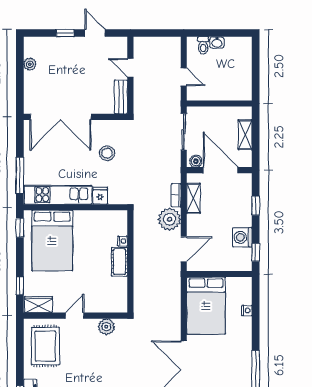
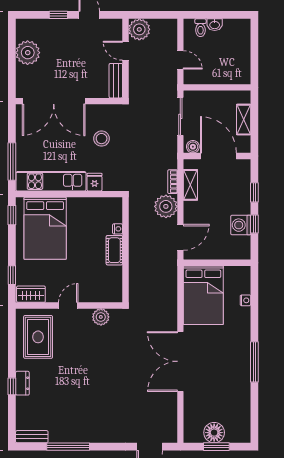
plant: (144, 47) -> (139, 29), added
plant: (30, 64) -> (28, 53), width x1.88, depth x1.88
window: (256, 252) -> (254, 224), moved

